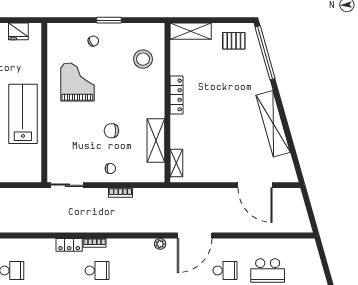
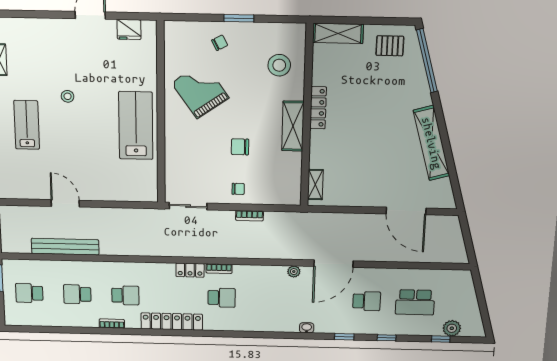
grand piano: (77, 82) -> (200, 90), turned -35
shelving: (156, 140) -> (293, 126), moved

